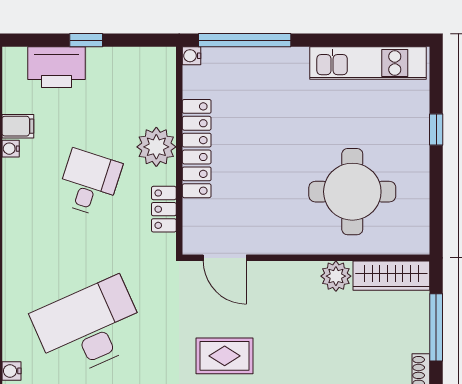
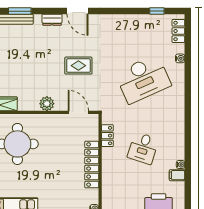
plant: (156, 147) -> (111, 165), removed
plant: (336, 276) -> (47, 104), moved

